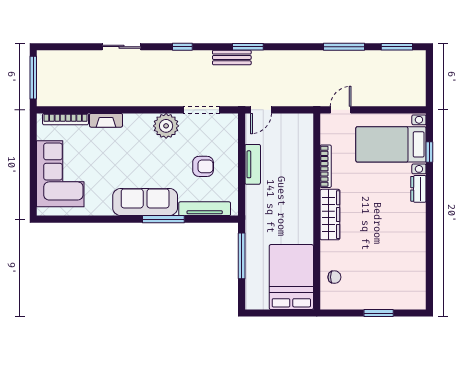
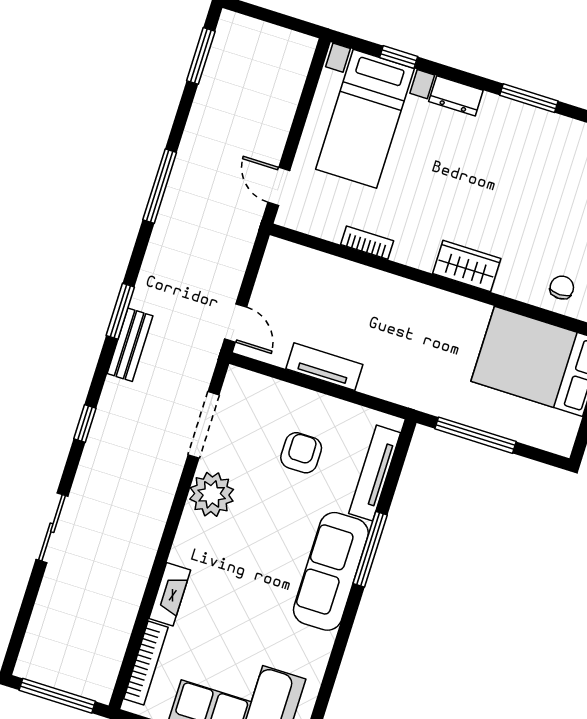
window: (344, 47) -> (160, 186), moved
bookcase: (326, 166) -> (367, 243), width x0.64
wardrobe: (330, 215) -> (467, 266), width x0.67
window: (429, 228) -> (529, 98), added

